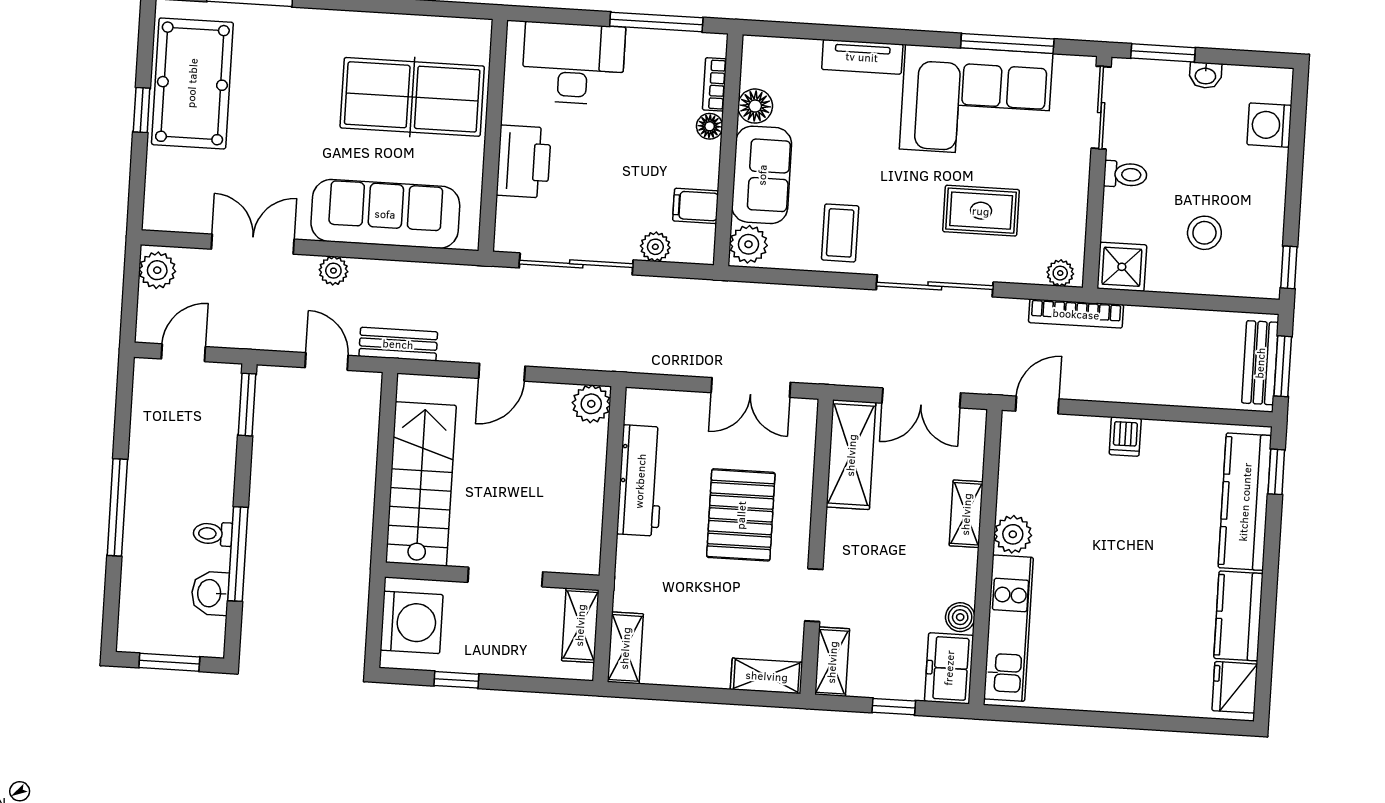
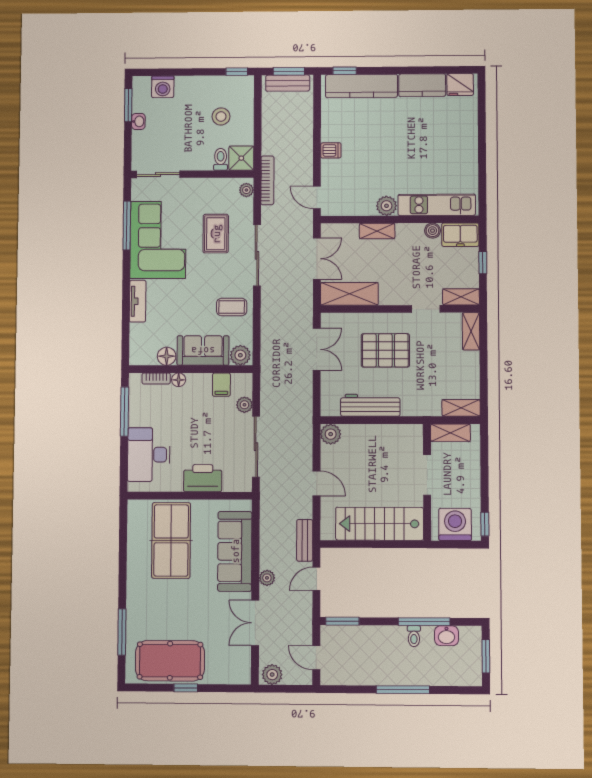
window: (1163, 53) -> (128, 105), moved
toilet: (1125, 174) -> (221, 159), moved
window: (456, 680) -> (485, 524), moved

